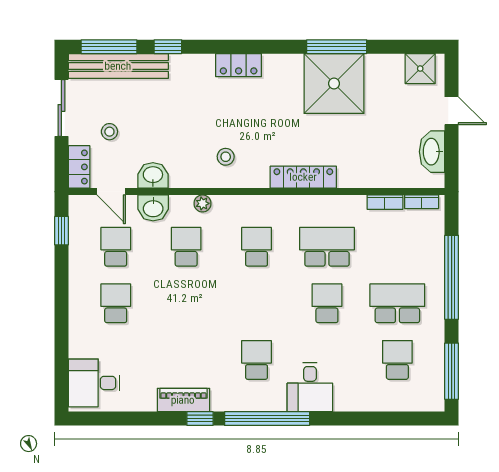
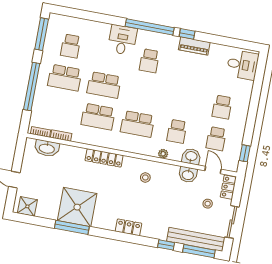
washbasin: (432, 152) -> (47, 148), moved, turned 90
school desk: (257, 247) -> (137, 124), width x1.85
school desk: (327, 303) -> (104, 85), width x1.85

